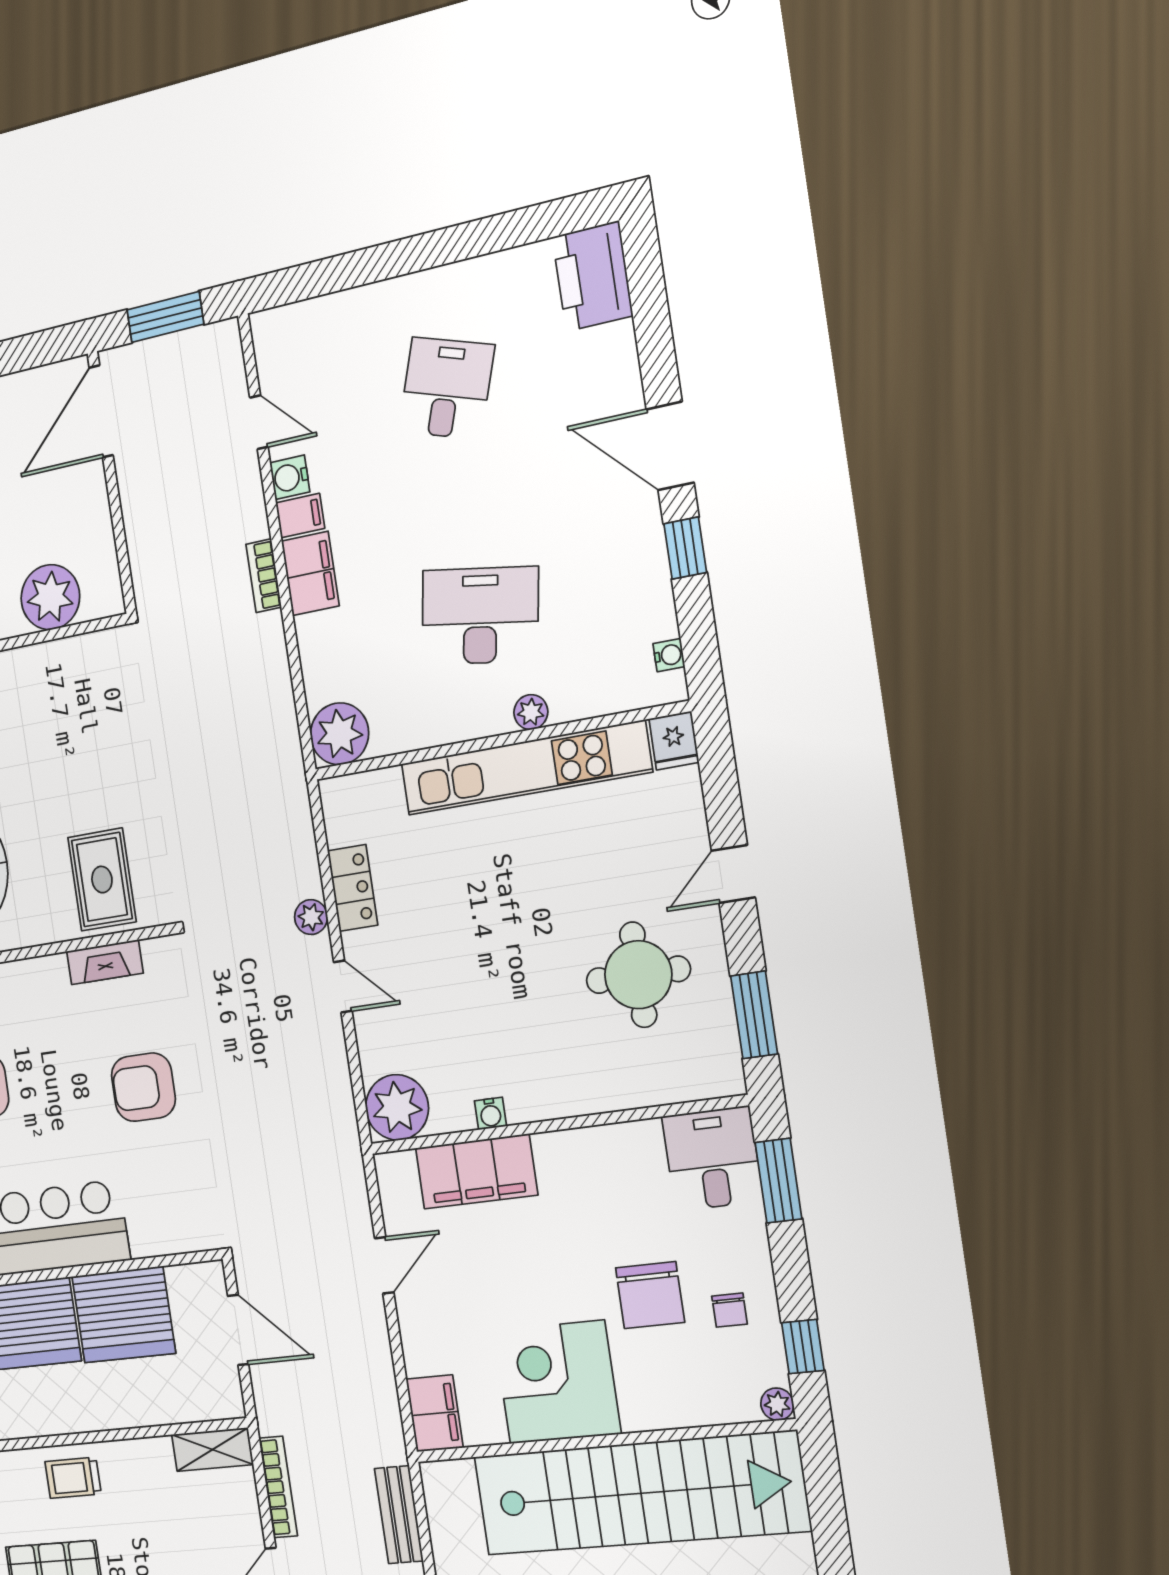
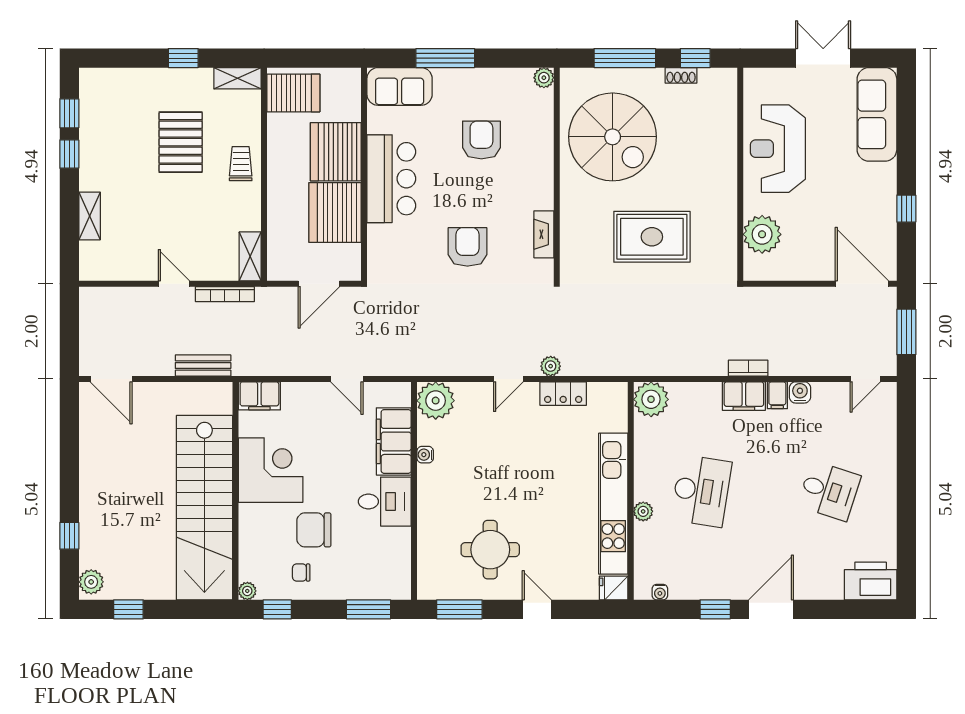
door: (259, 422) -> (865, 379), moved
rug: (102, 880) -> (652, 237), moved, width x1.36, depth x1.43
desk: (712, 1159) -> (385, 502), moved

